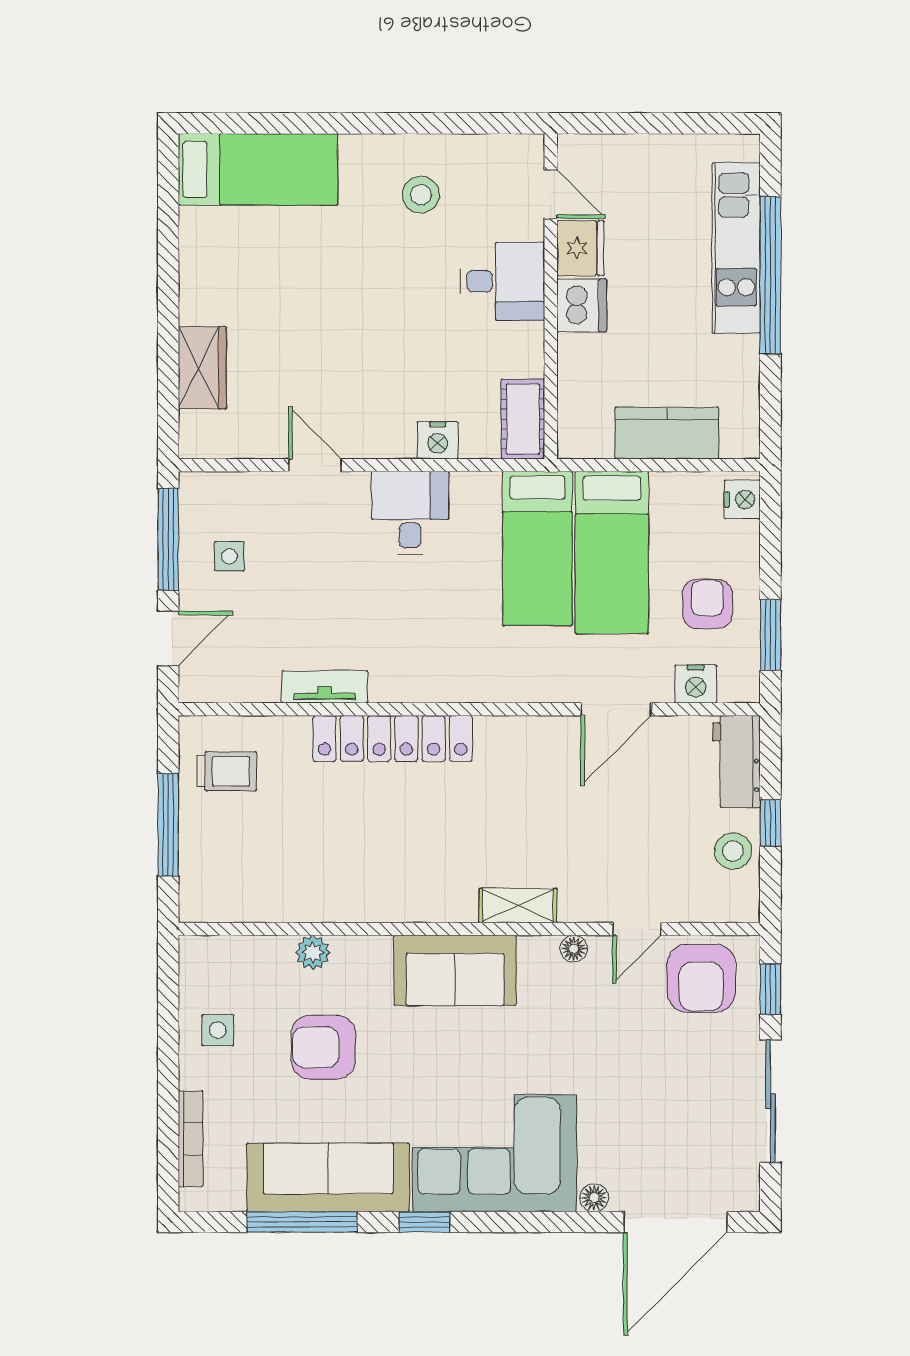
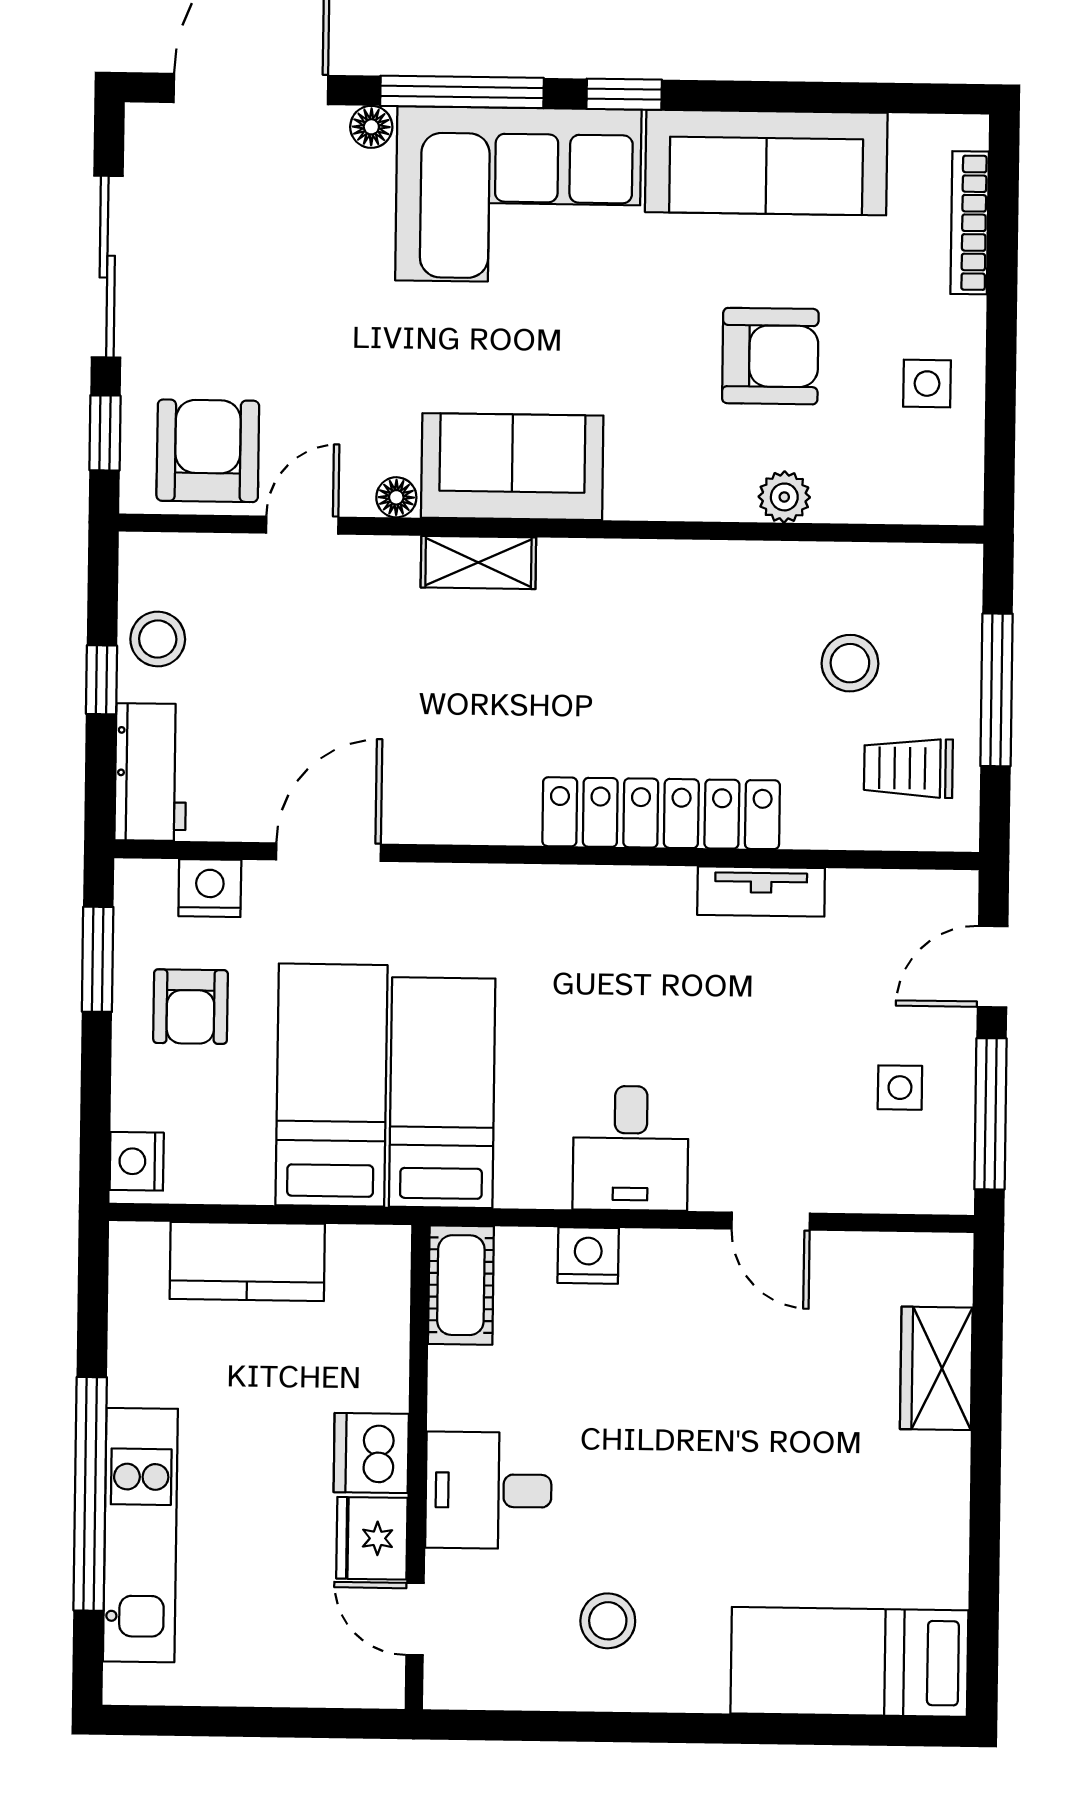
stool: (267, 841) -> (850, 663), added
sofa: (455, 970) -> (512, 467), moved
window: (302, 1222) -> (462, 92), moved

